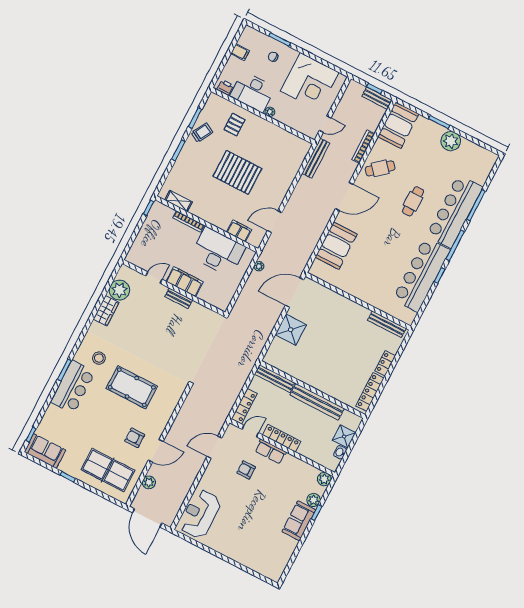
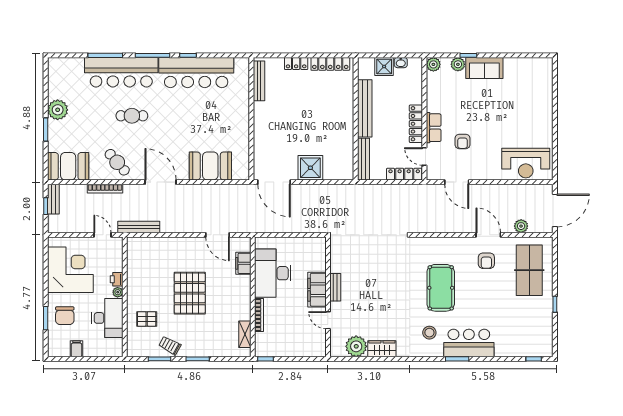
chair: (273, 57) -> (65, 316), width x1.87, depth x1.87
printer: (225, 87) -> (117, 279), moved
plant: (259, 266) -> (267, 228), removed
sofa: (45, 451) -> (542, 338), removed

